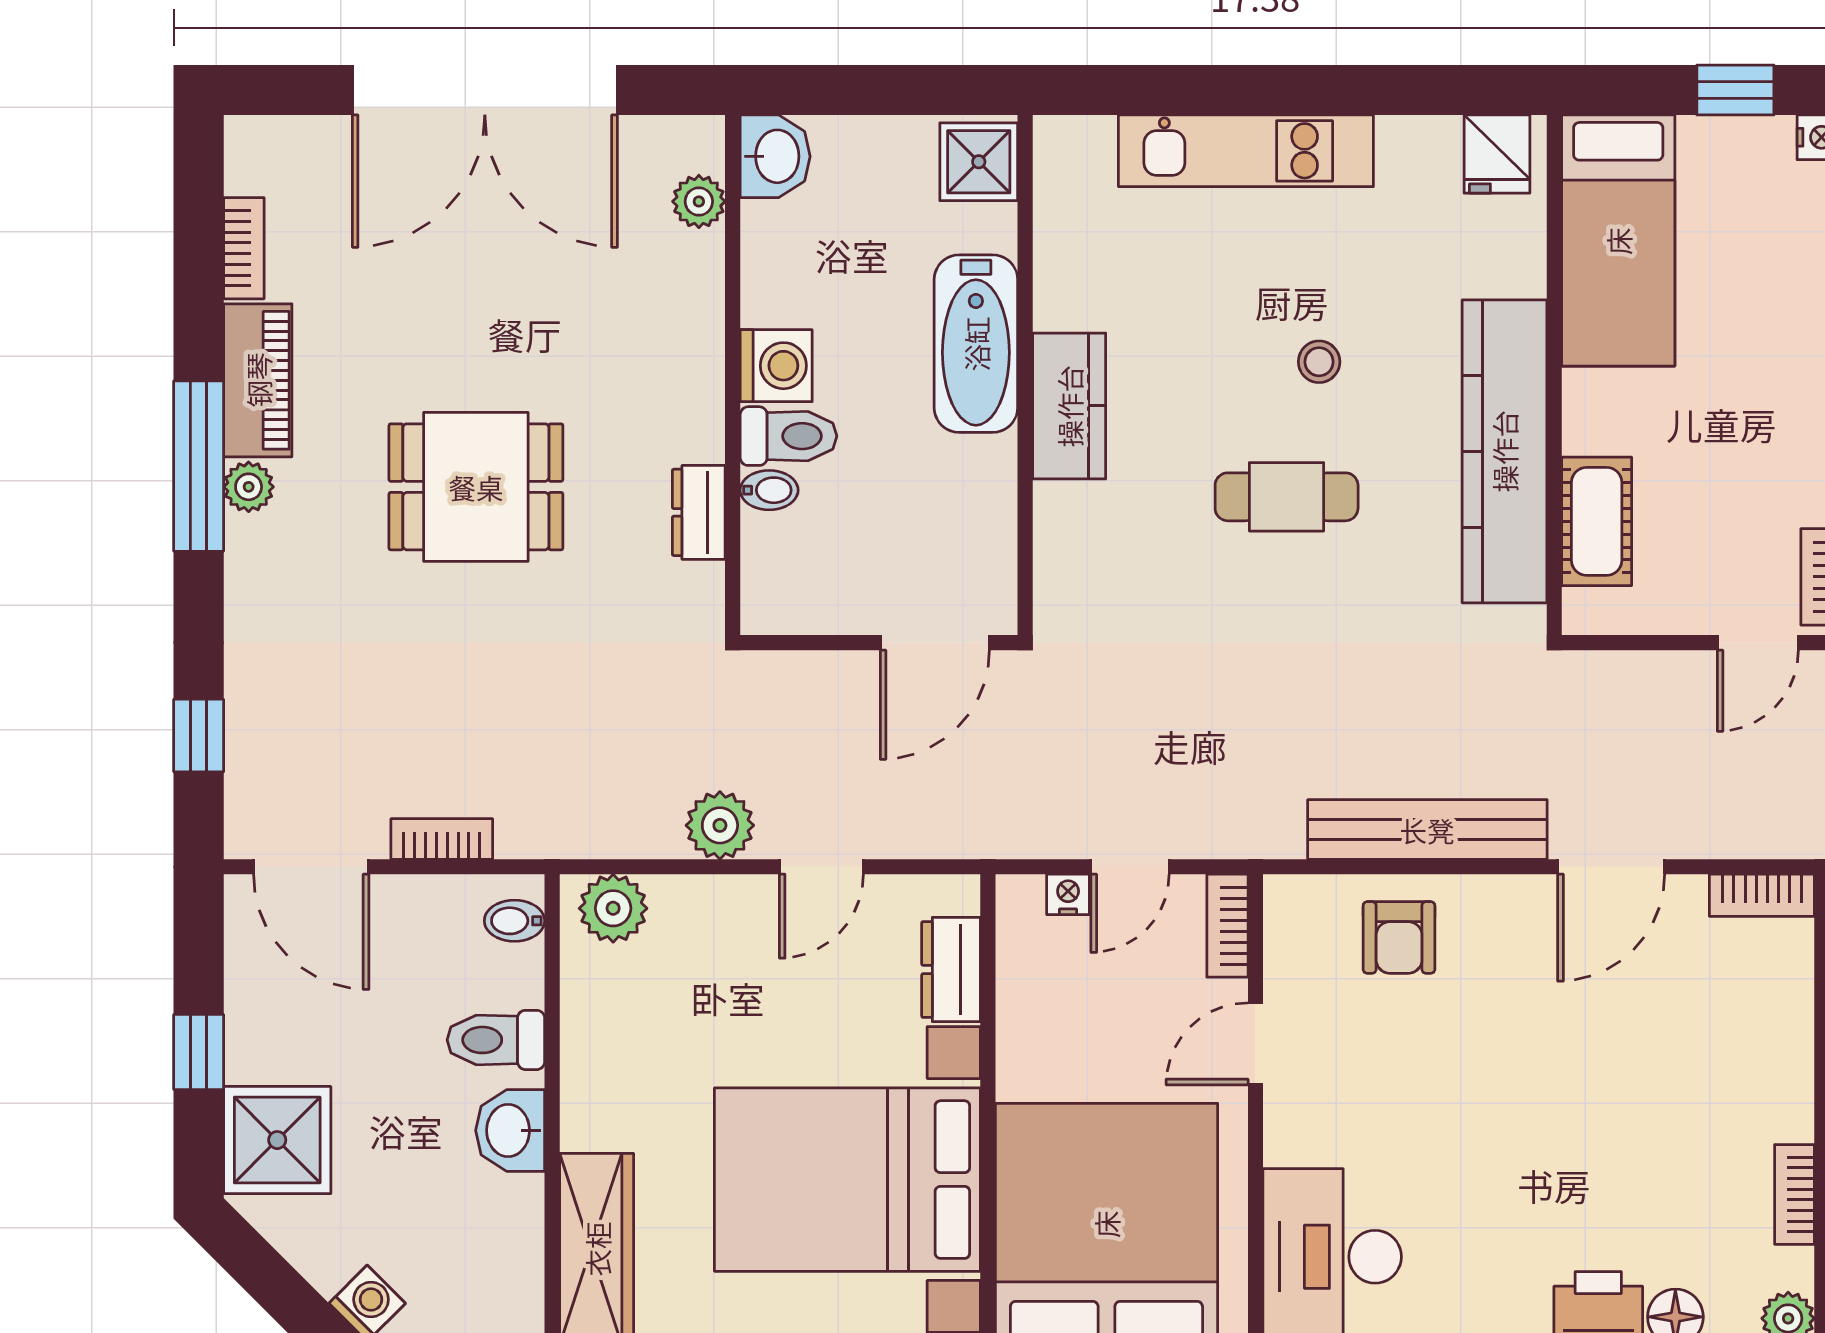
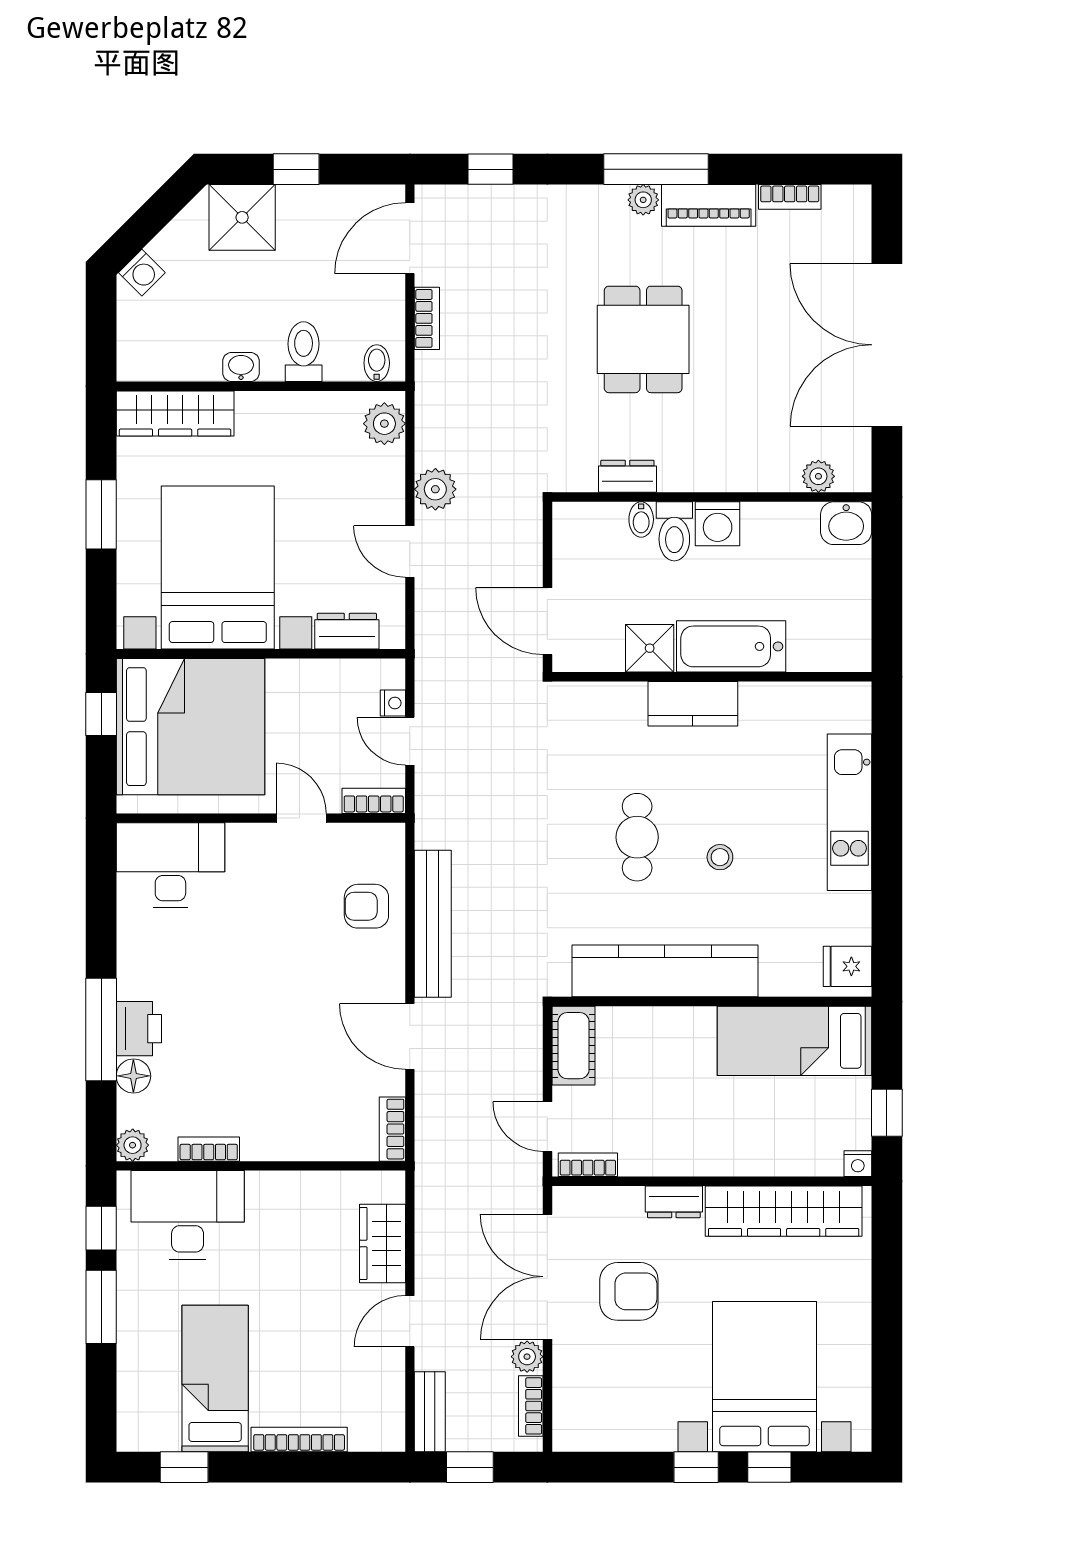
shower: (979, 162) -> (650, 648), moved
cot: (1597, 521) -> (574, 1046), moved, turned 90
washbasin: (510, 1130) -> (241, 367), width x0.72, depth x0.69

